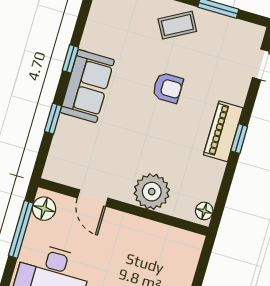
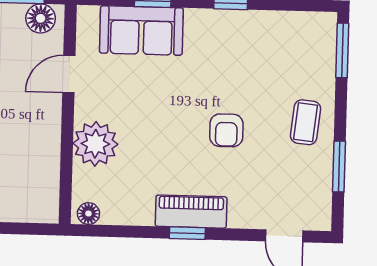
coffee table: (177, 25) -> (306, 122), turned 35
sofa: (87, 86) -> (141, 30), moved

